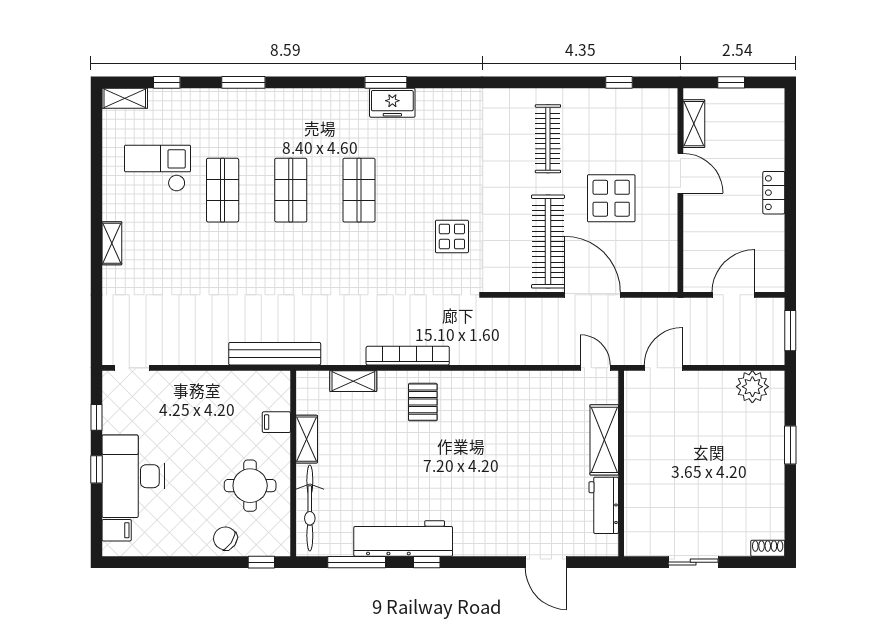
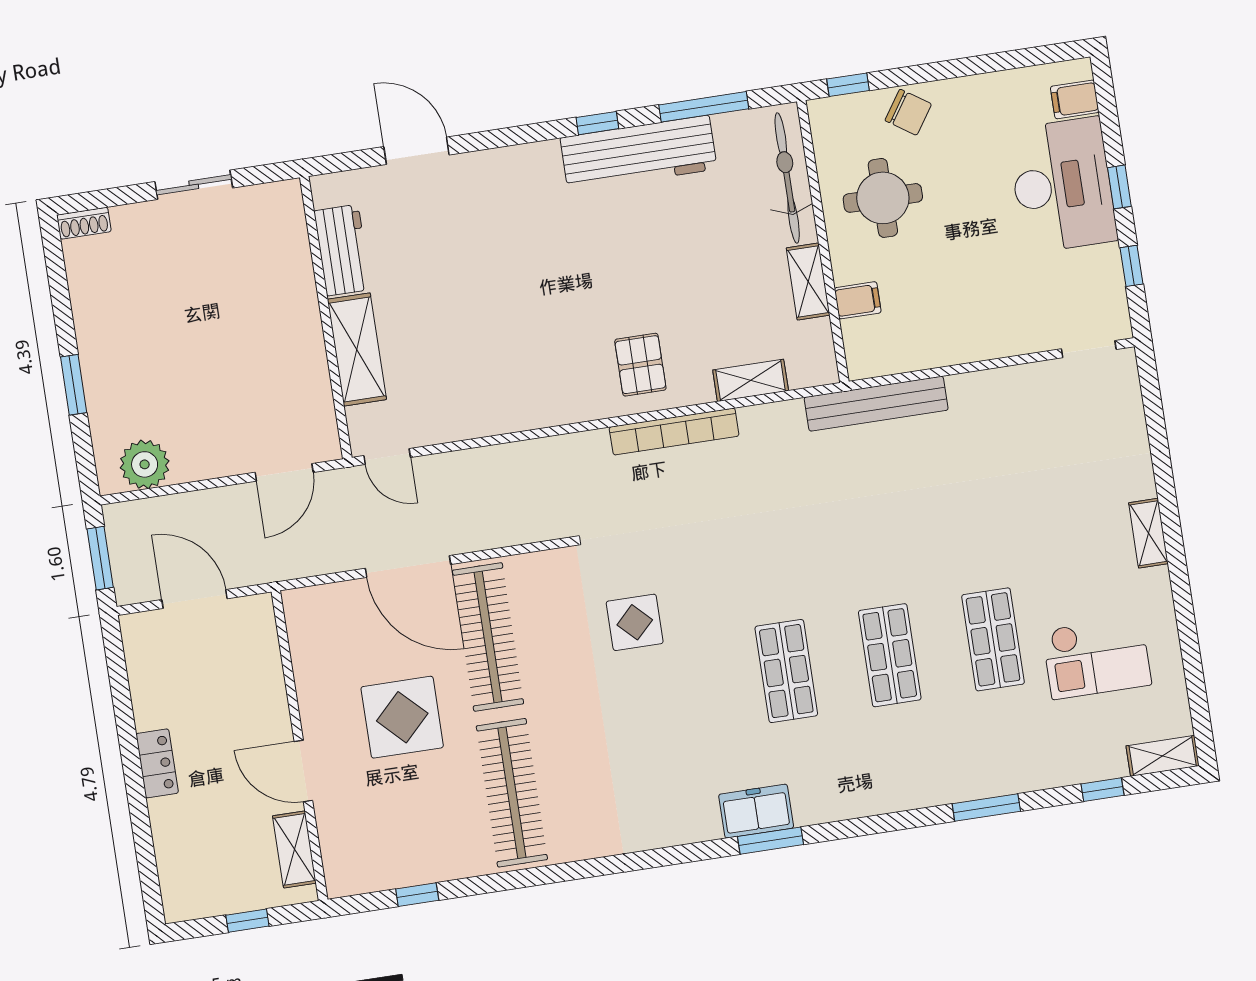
clothes rail: (548, 139) -> (512, 793), width x1.37, depth x1.31
door: (734, 295) -> (194, 599), swing flipped

